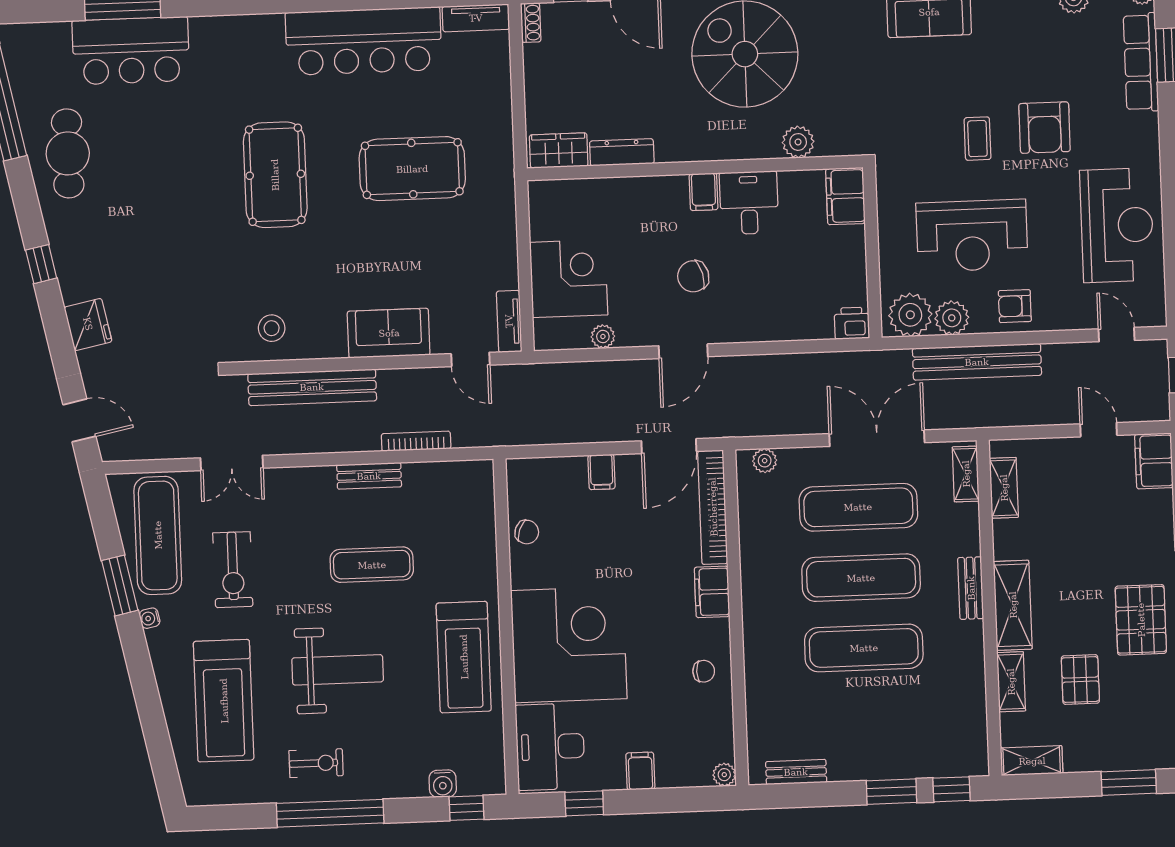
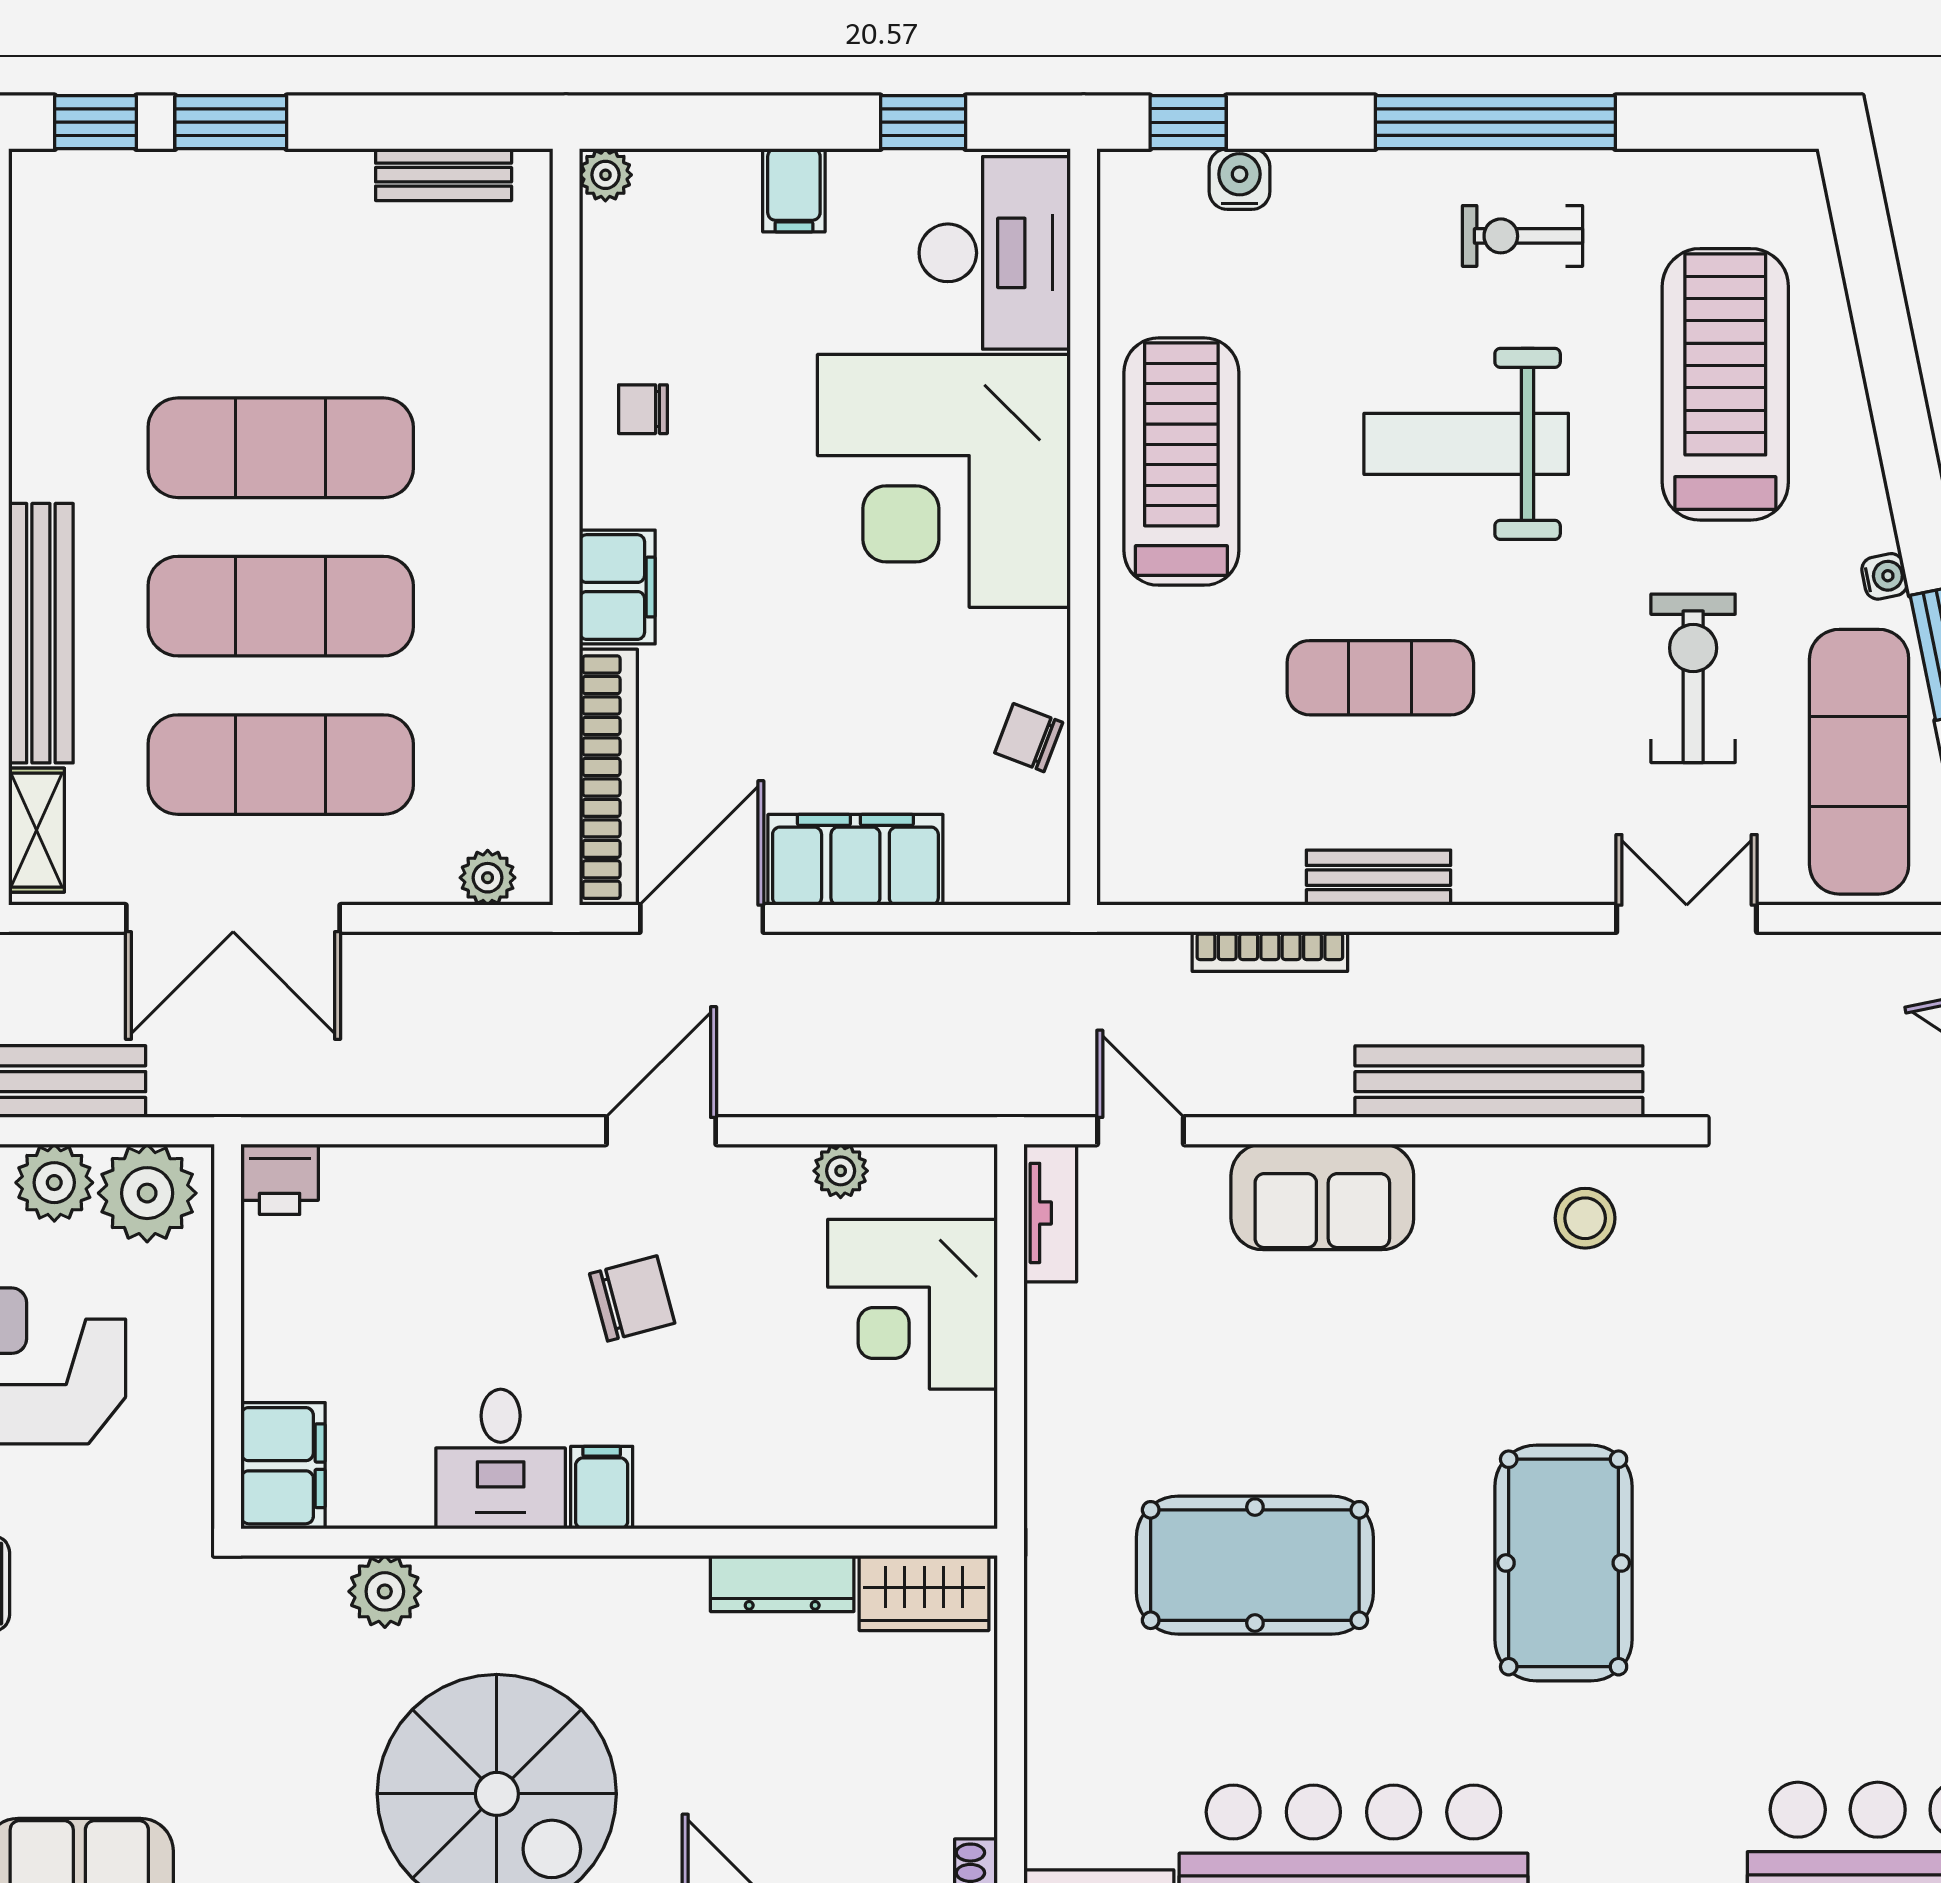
filing cabinet: (602, 472) -> (855, 860), width x3.00, depth x1.17
bench: (971, 588) -> (41, 633), width x1.86, depth x1.21

